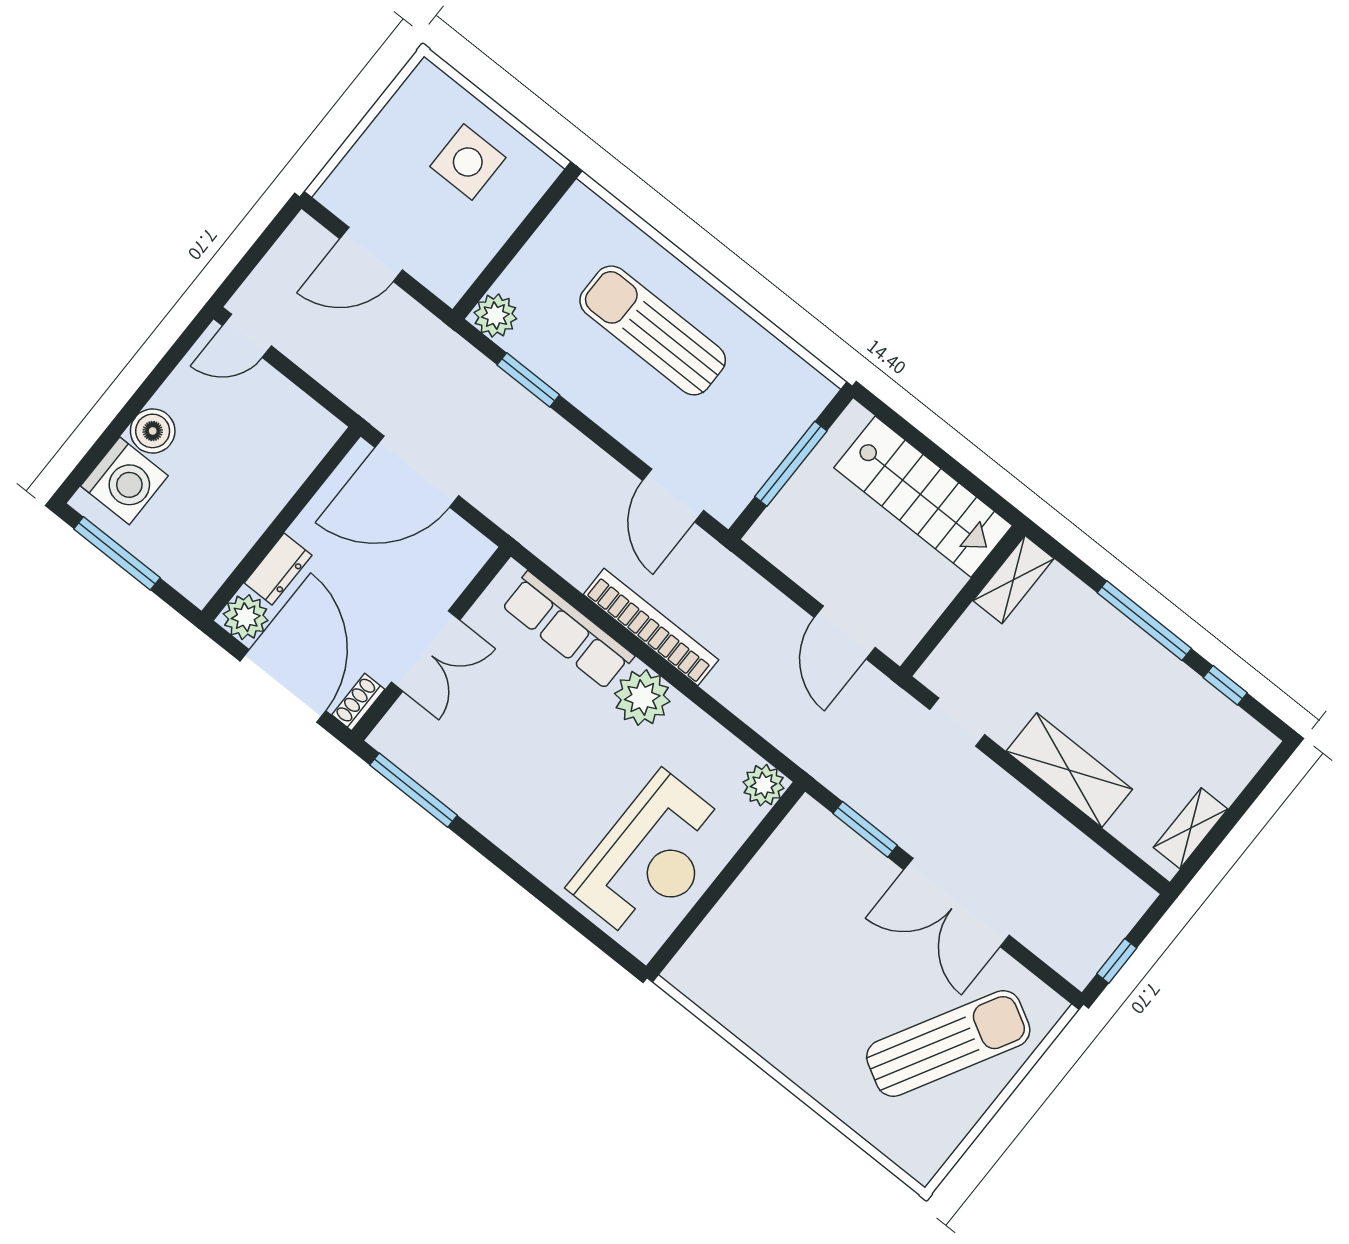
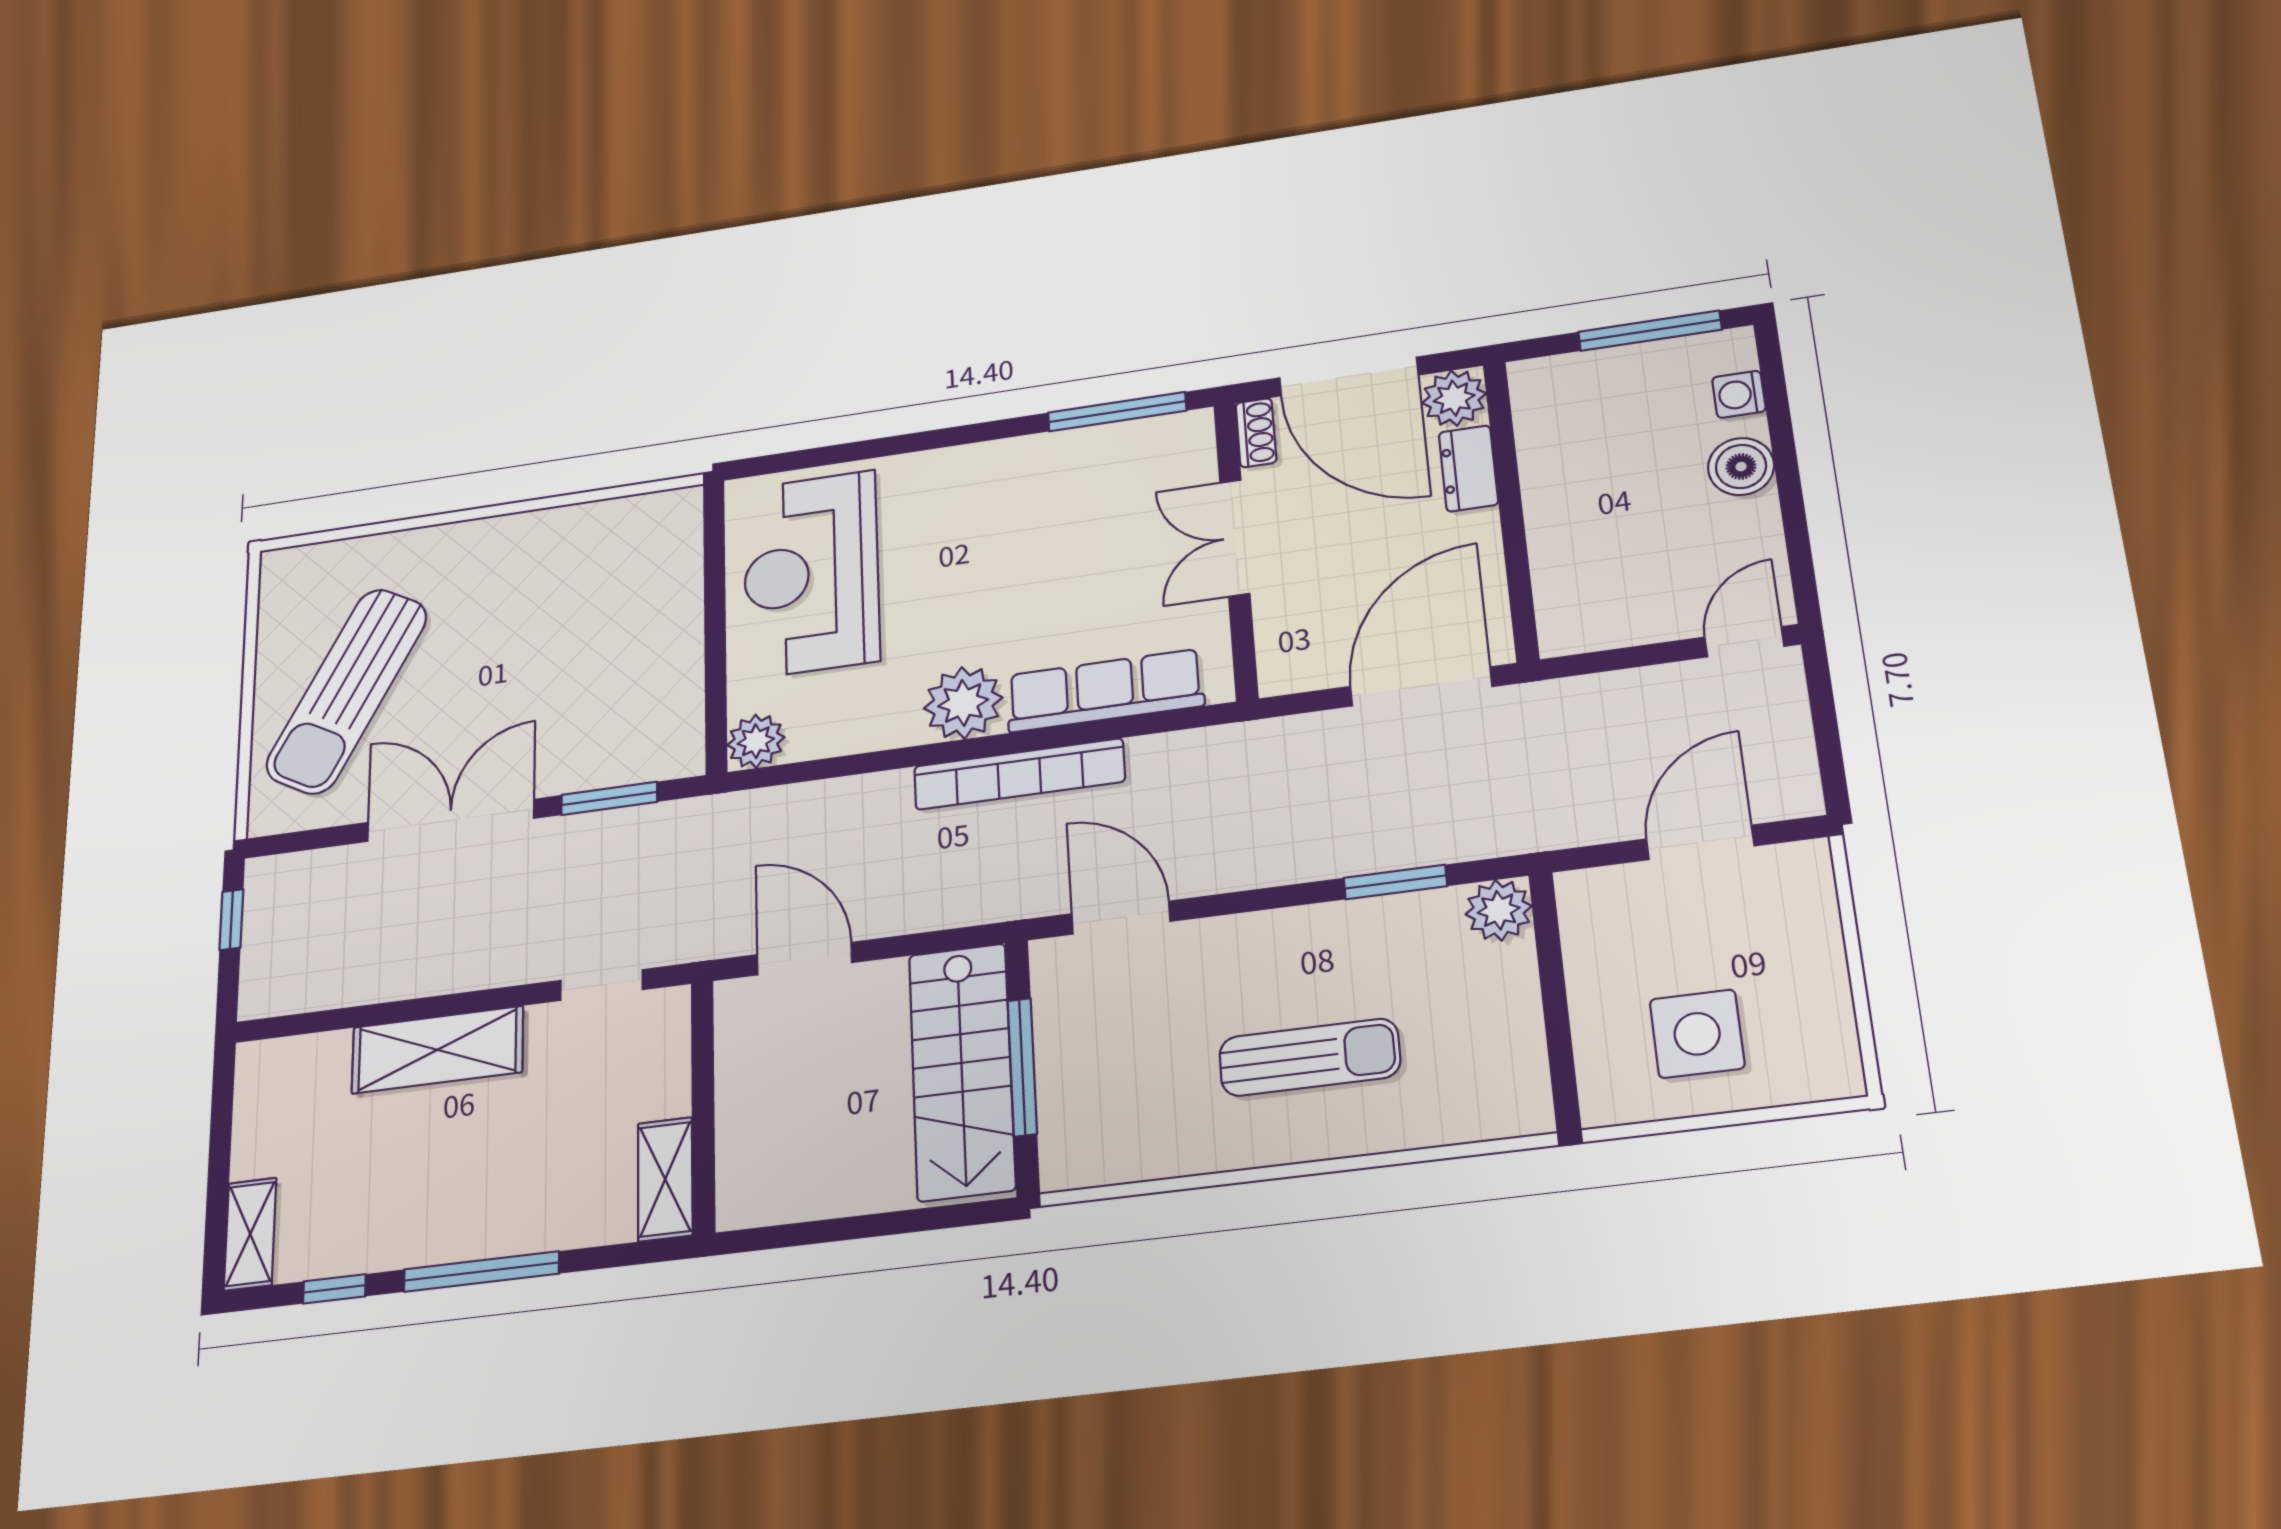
sun lounger: (653, 330) -> (1310, 1057), width x0.73, depth x0.75
washing machine: (124, 481) -> (1739, 394), width x0.53, depth x0.53
stairs: (923, 497) -> (962, 1071), moved, turned -90
shelving: (1191, 828) -> (250, 1234), moved

